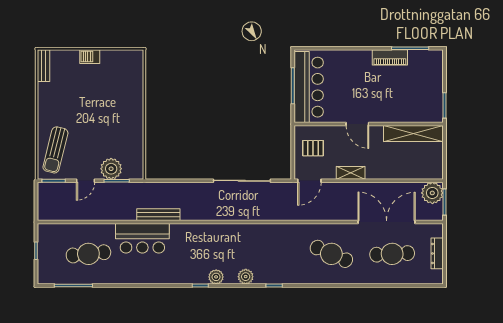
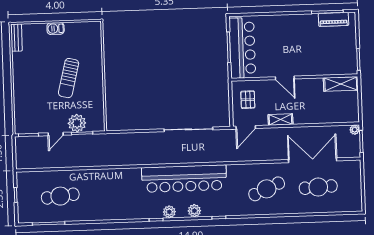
piano: (390, 57) -> (333, 19), moved
shelving: (413, 134) -> (341, 84), width x0.68
pallet: (313, 148) -> (248, 100), turned 90
sun lounger: (55, 150) -> (69, 78), moved
plant: (432, 193) -> (355, 130), width x0.53, depth x0.53
bench: (158, 215) -> (118, 161), removed
bar counter: (142, 238) -> (184, 179), moved, width x1.86
dresser: (437, 253) -> (356, 185), removed
cafe table: (331, 254) -> (267, 189), turned -48

